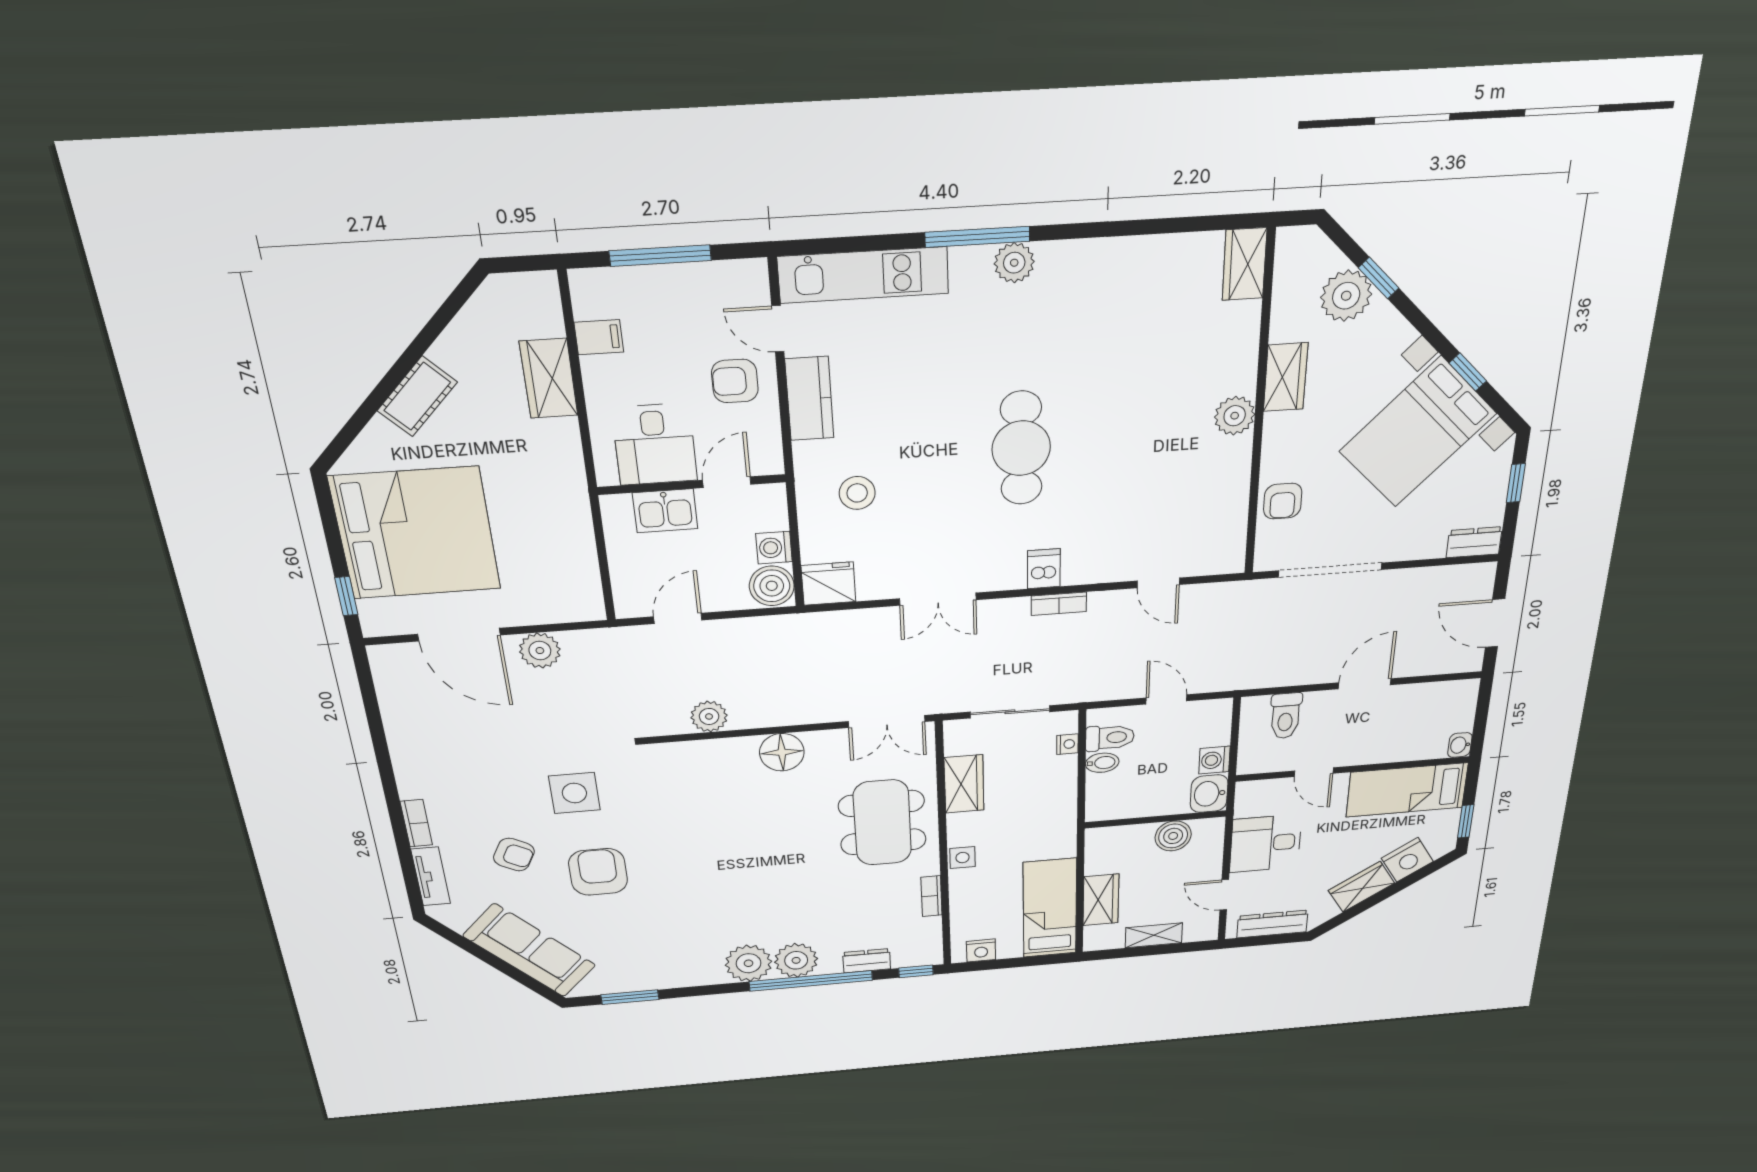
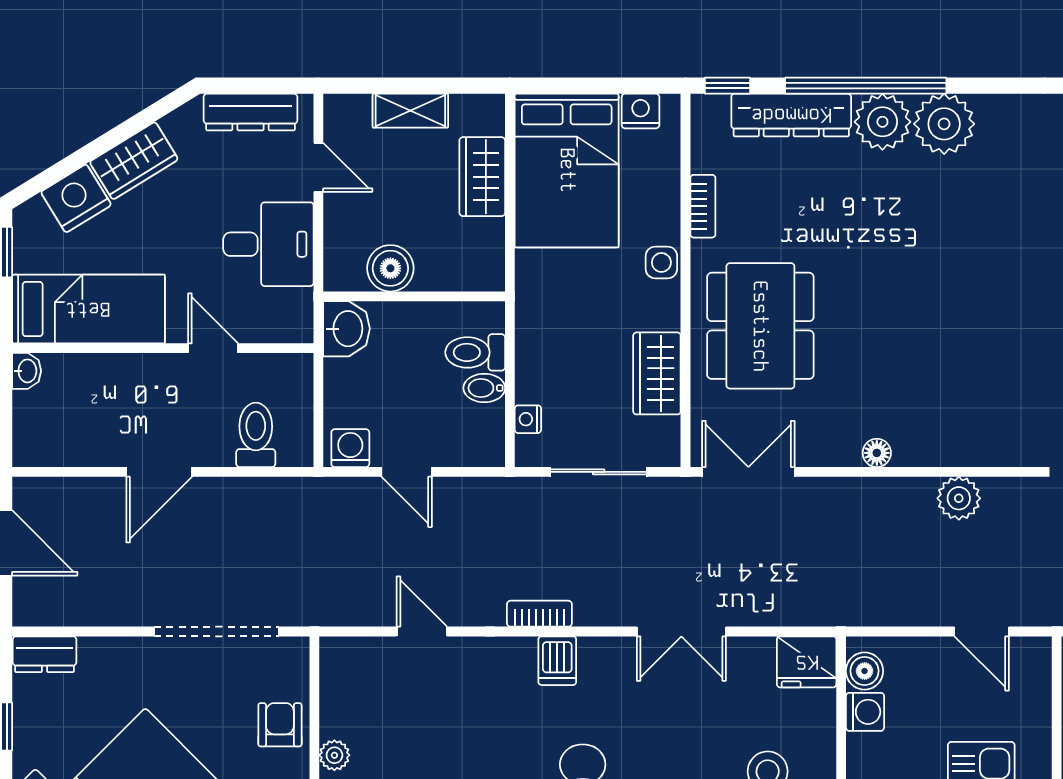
plant: (1238, 480) -> (334, 755), added
boiler: (772, 586) -> (865, 671), width x0.73, depth x0.73
double door: (938, 599) -> (681, 631), swing flipped
door: (678, 618) -> (982, 631), hinge flipped
toilet: (1110, 738) -> (475, 352), moved
floor lamp: (782, 752) -> (877, 453), width x0.53, depth x0.53
washing machine: (1214, 760) -> (350, 448), moved, turned -90
bed: (1050, 908) -> (567, 170), width x1.50
dresser: (867, 961) -> (791, 115), width x1.96, depth x1.24

